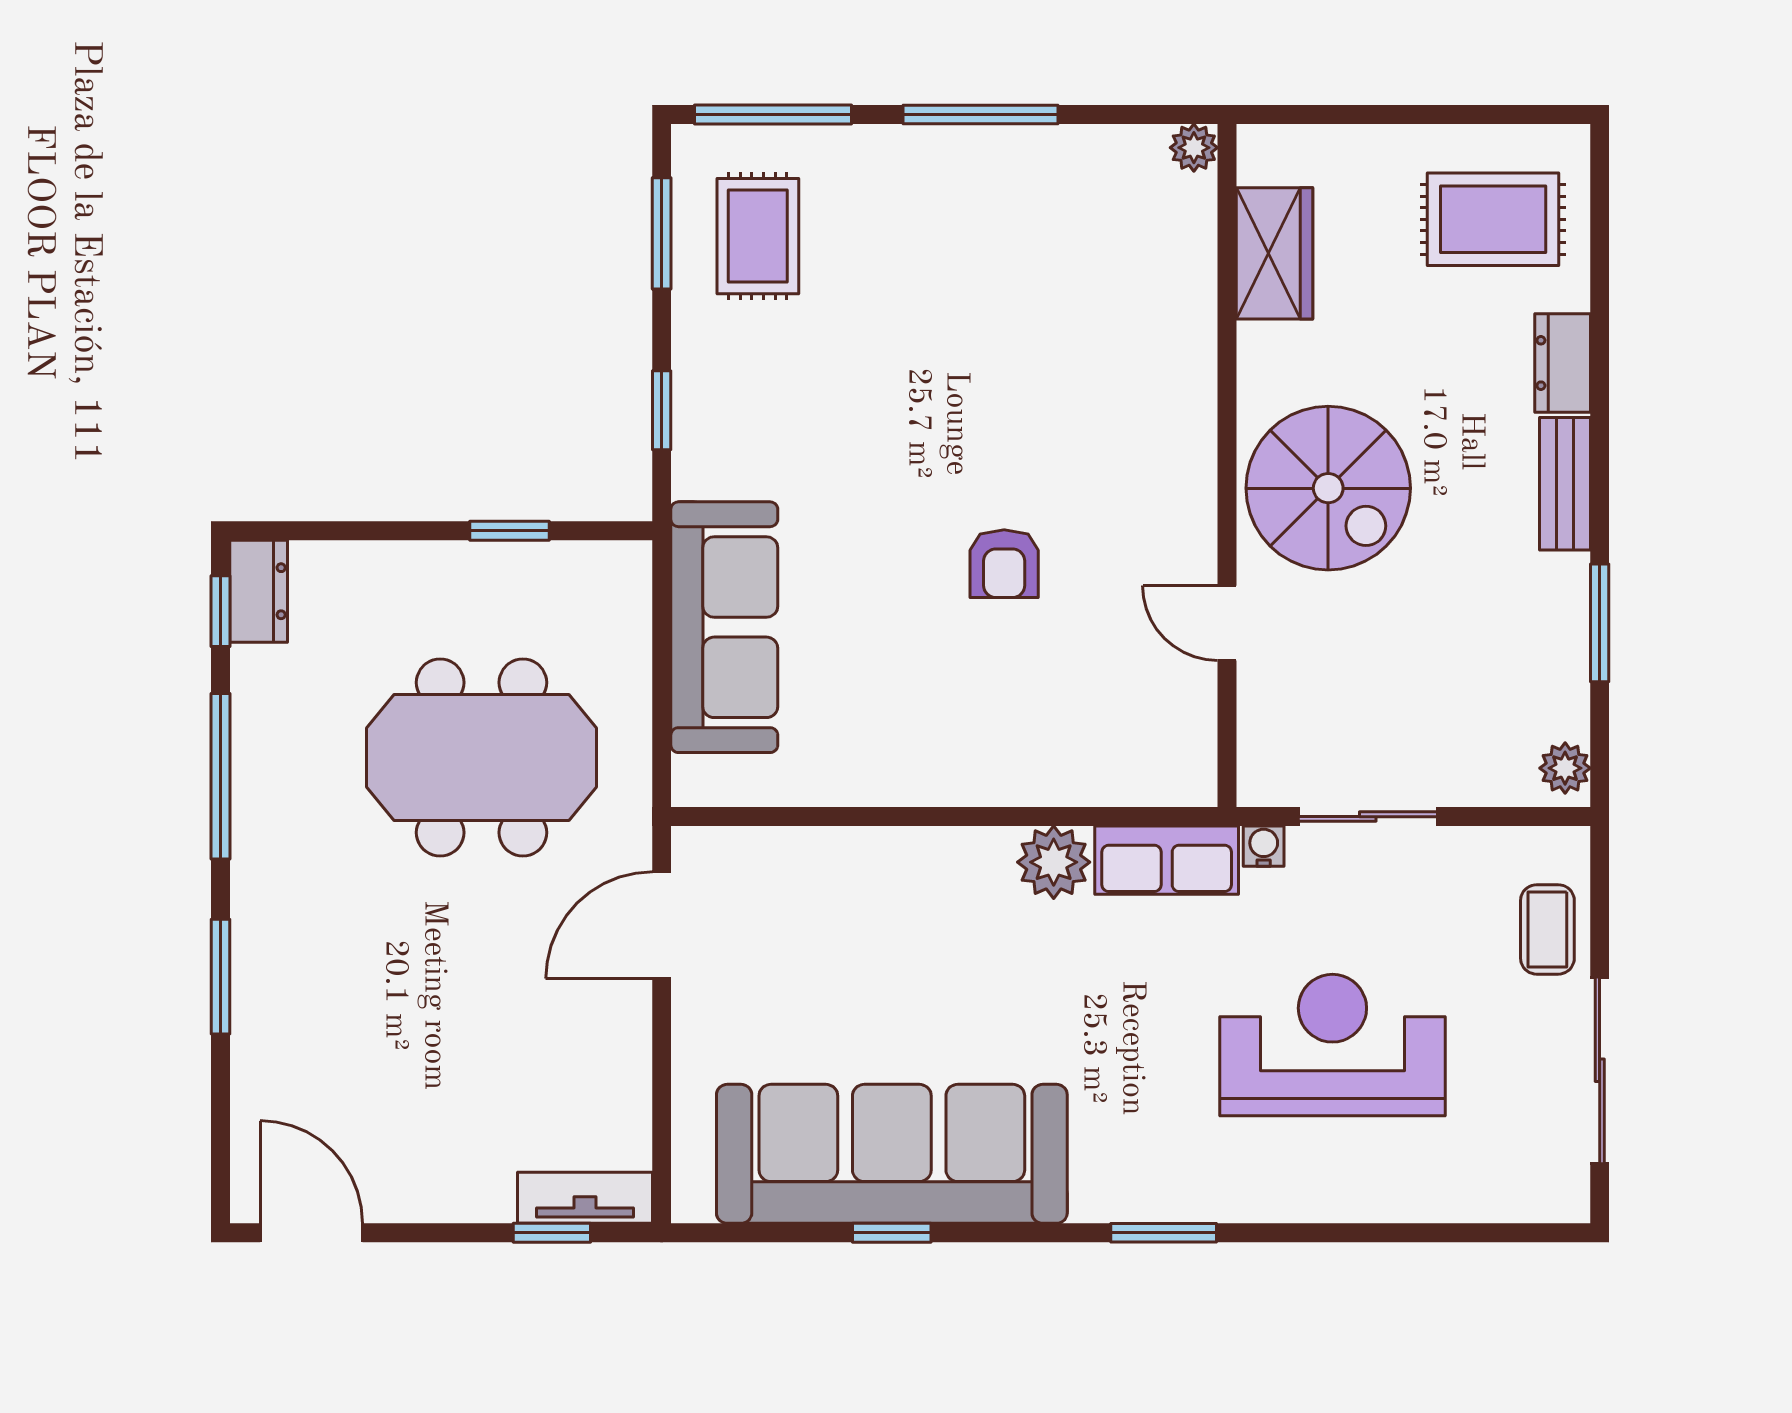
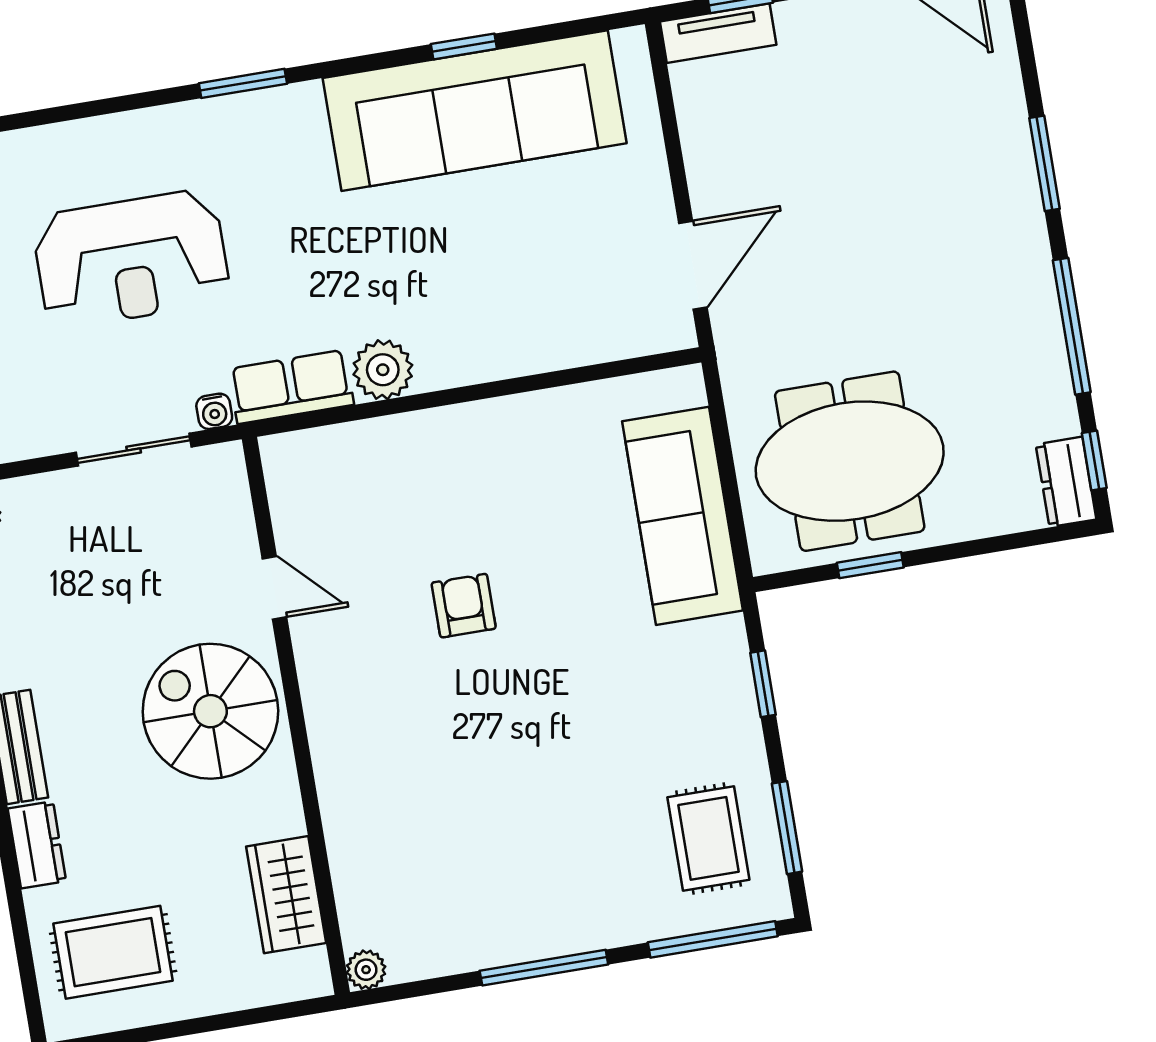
meeting table: (481, 758) -> (850, 461), moved

